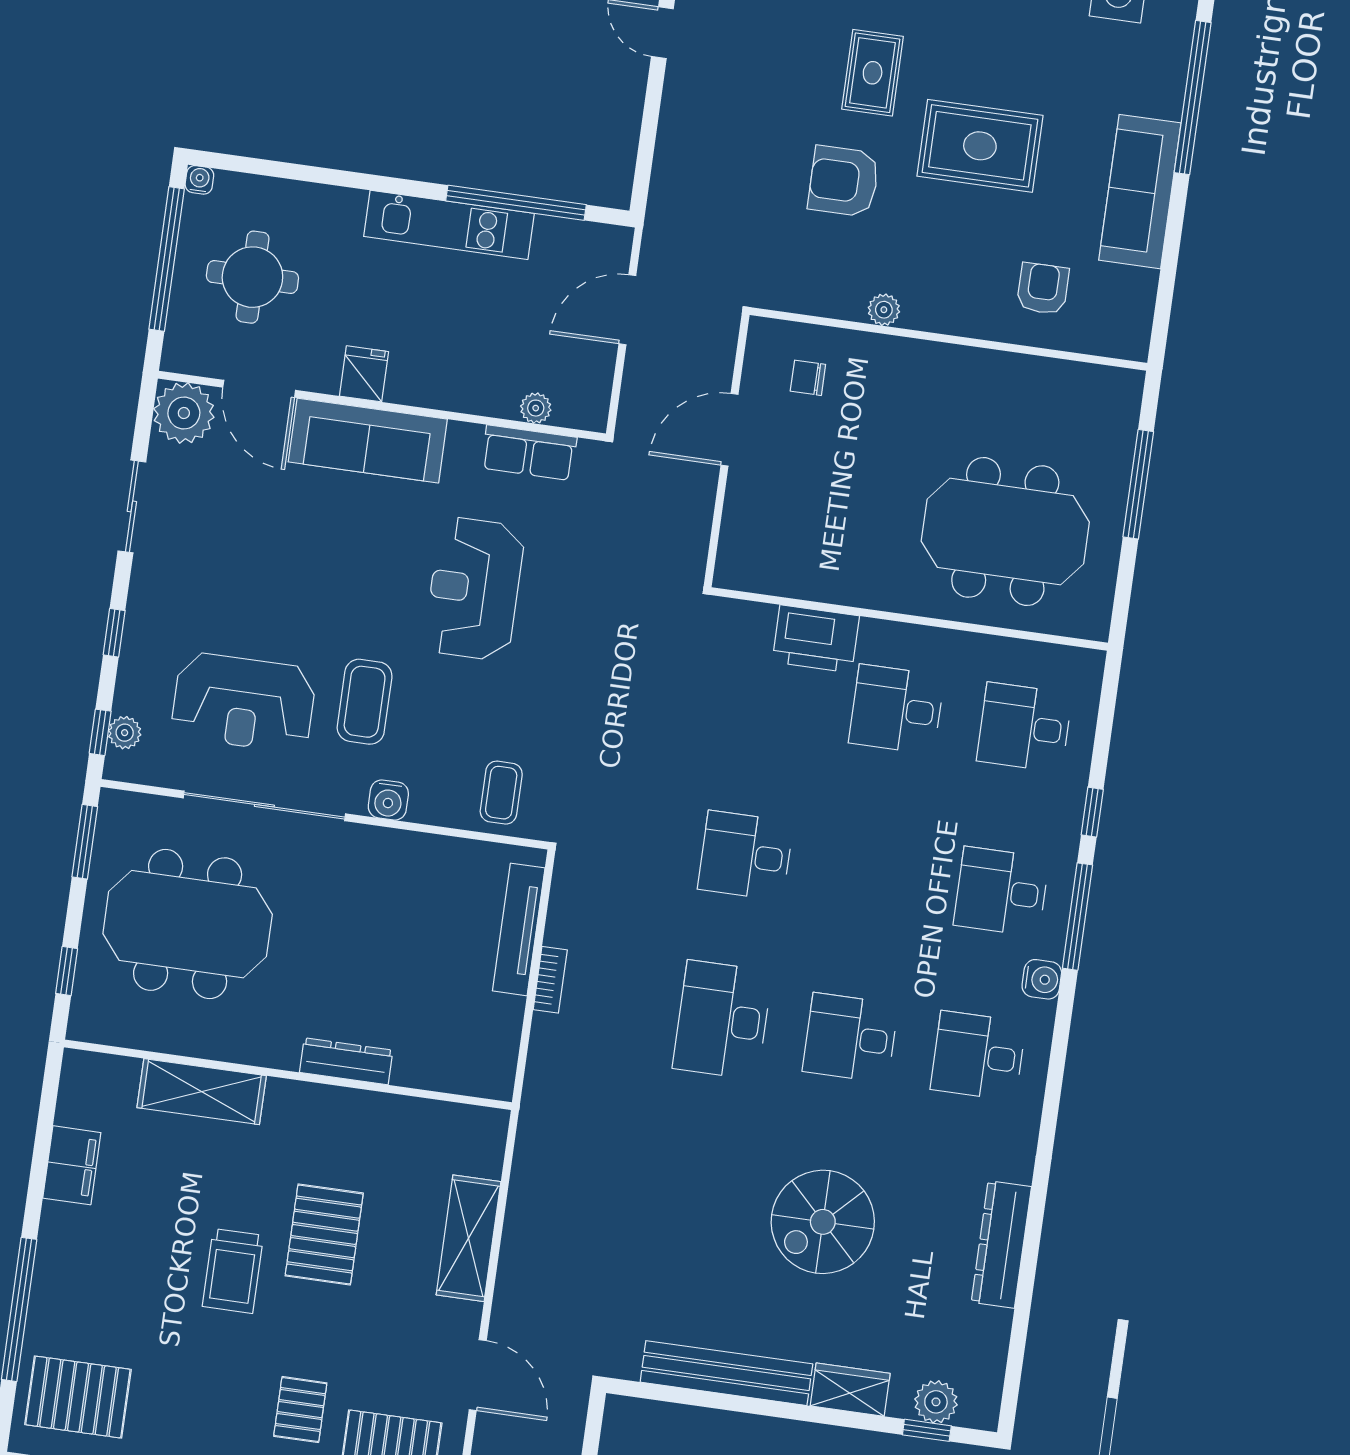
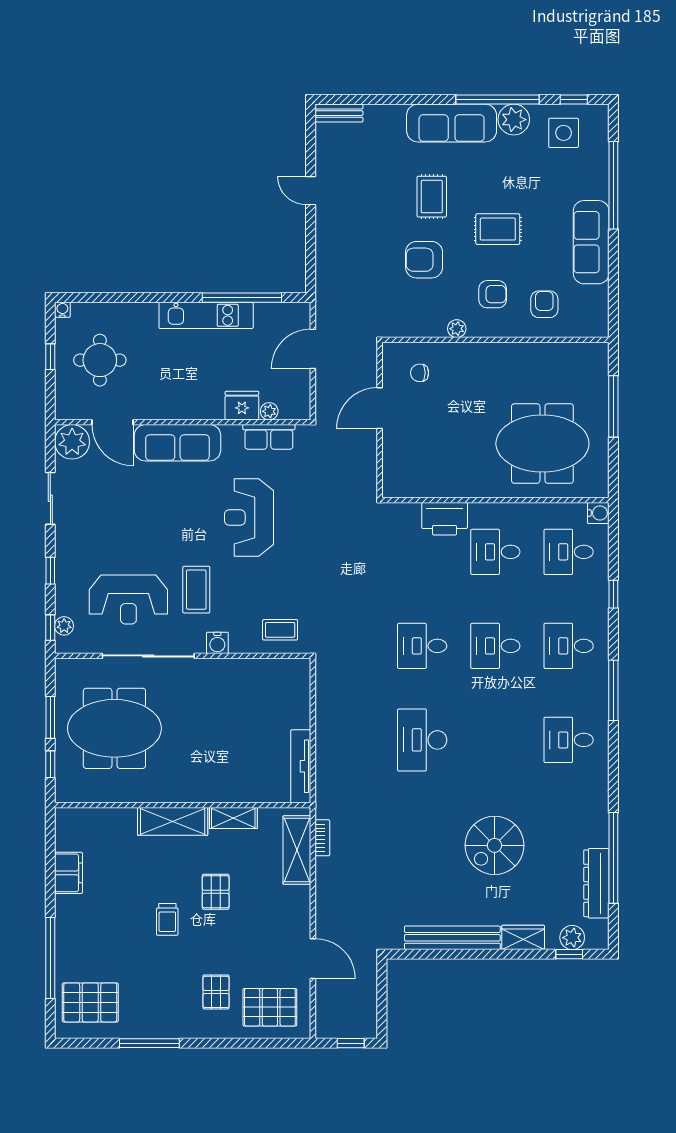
rug: (980, 146) -> (498, 229), width x0.73, depth x0.70
armchair: (955, 258) -> (493, 294), added
window: (167, 259) -> (50, 357), width x0.32
fridge: (364, 374) -> (242, 406), moved, width x1.38
coffee table: (501, 793) -> (280, 630), turned 90
window: (85, 842) -> (50, 717), moved
window: (1077, 917) -> (613, 690), moved
tv unit: (519, 929) -> (301, 766), moved
water cooler: (1042, 979) -> (598, 513), moved
bookcase: (550, 980) -> (322, 838), moved
desk: (850, 1038) -> (495, 646), moved
dresser: (346, 1061) -> (214, 793), removed
shelving: (202, 1092) -> (173, 821), moved
shelving: (373, 1110) -> (233, 818), added
pallet: (324, 1234) -> (216, 892), width x0.67, depth x0.71
shelving: (469, 1238) -> (297, 850), moved
dresser: (1001, 1244) -> (596, 883), moved
trolley: (233, 1271) -> (167, 919), width x0.73, depth x0.72
window: (1027, 1273) -> (613, 858), added

